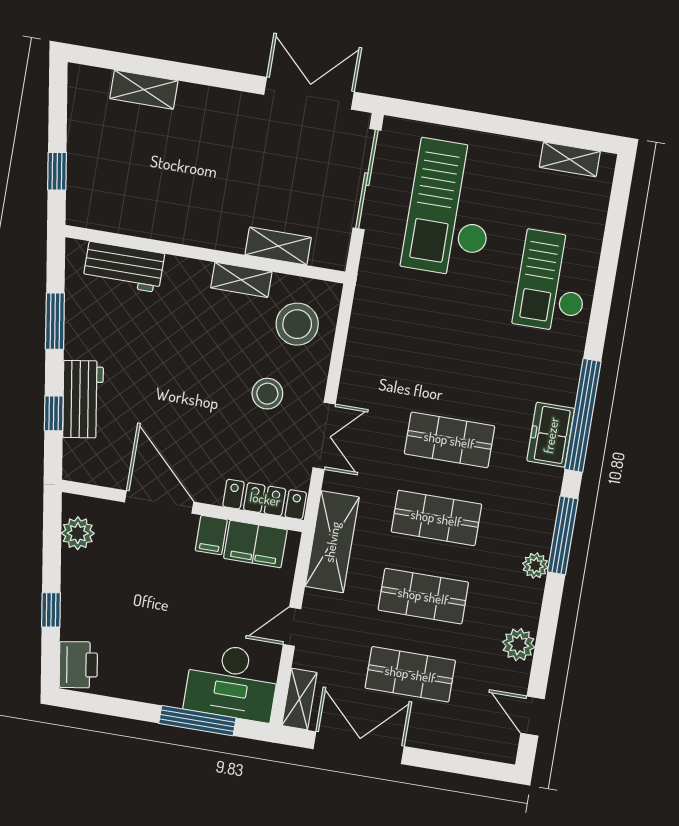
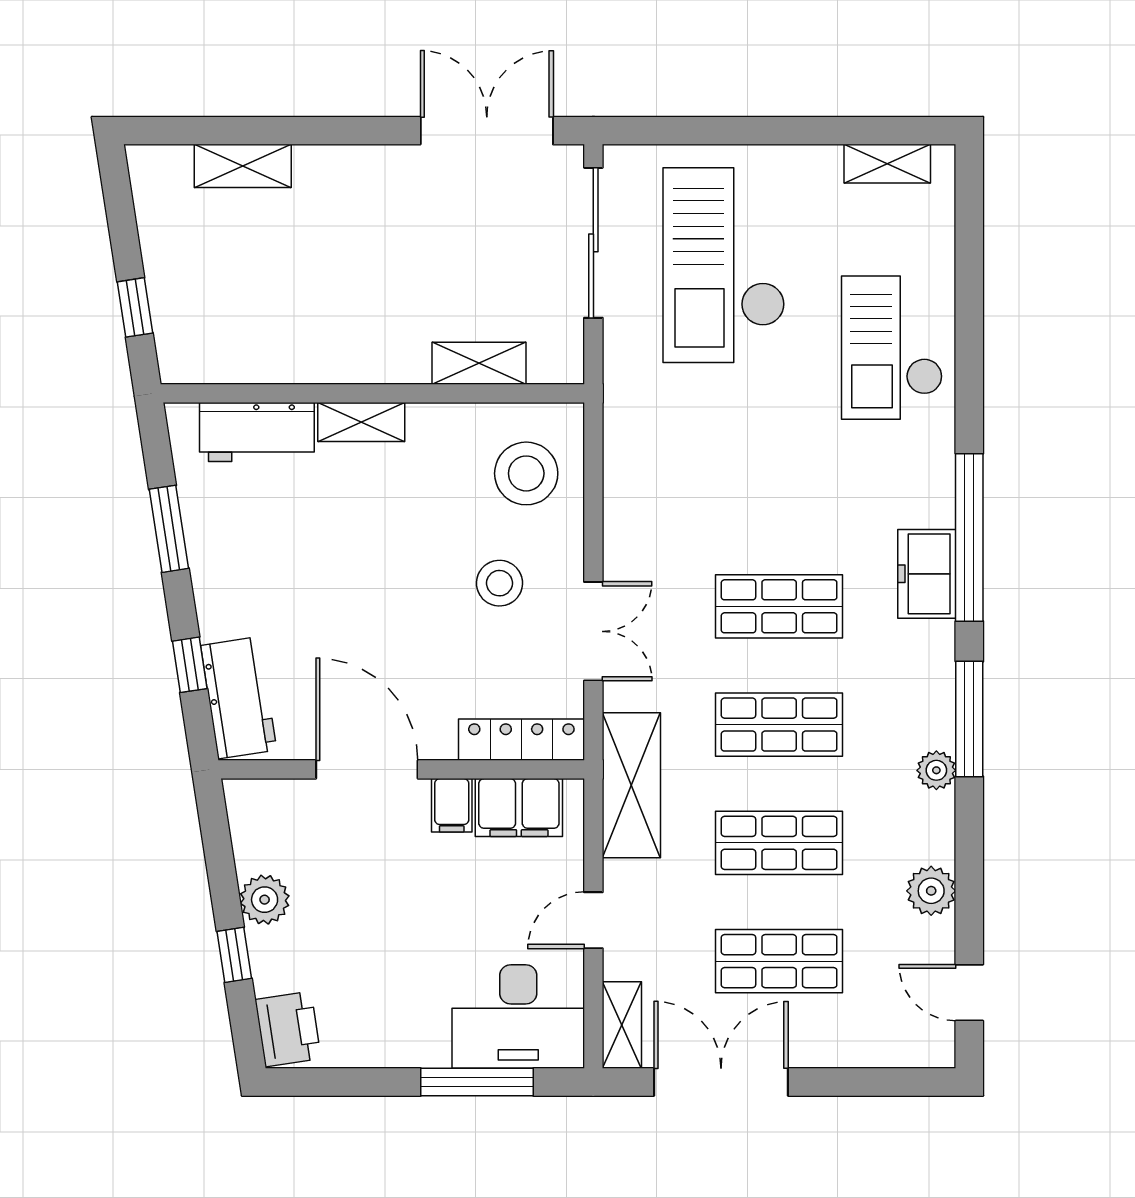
shelving: (241, 280) -> (361, 422), moved
workbench: (83, 399) -> (239, 698), moved
plant: (78, 533) -> (265, 900), moved

